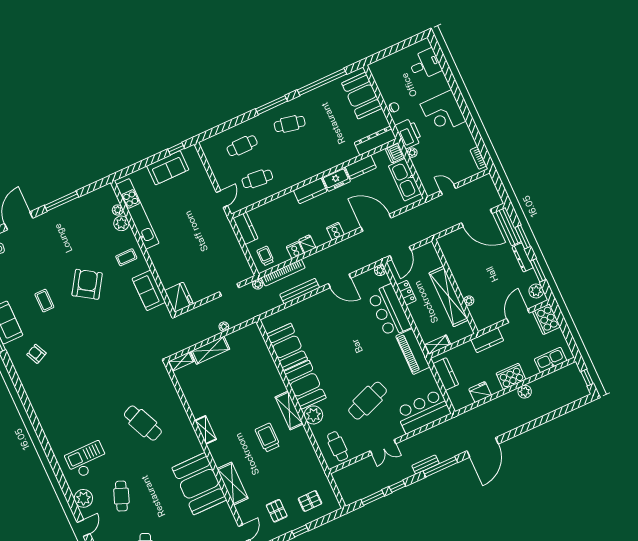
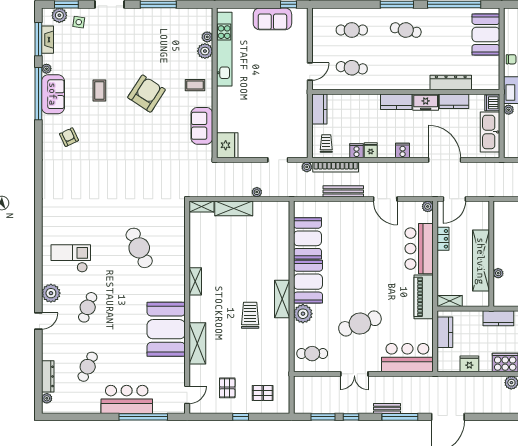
dresser: (375, 141) -> (451, 83), moved
cafe table: (338, 446) -> (312, 354), turned 90

